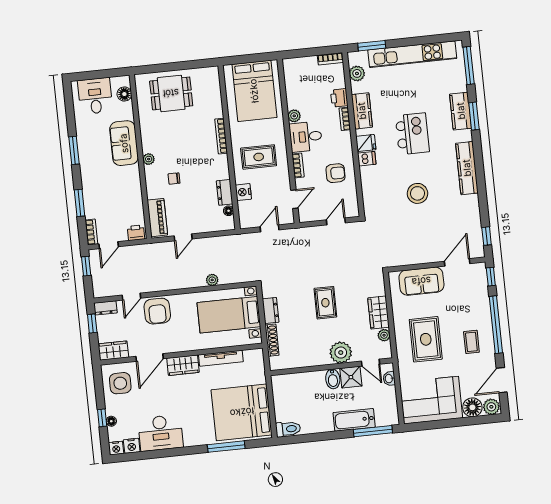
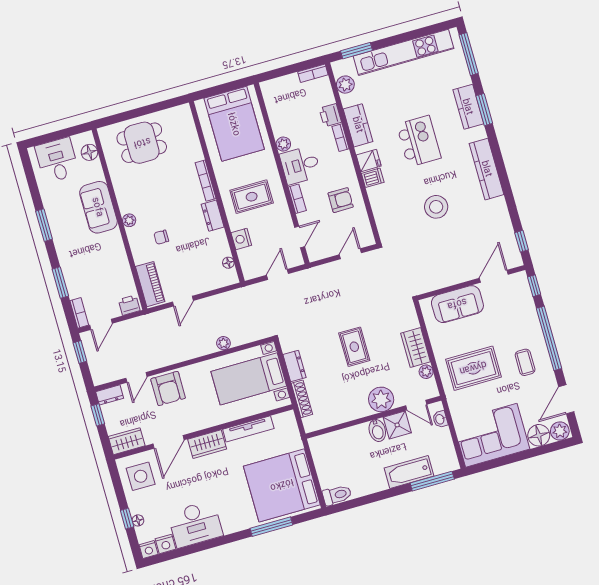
dresser: (225, 192) -> (213, 216), moved
rug: (426, 339) -> (473, 368), turned 90

